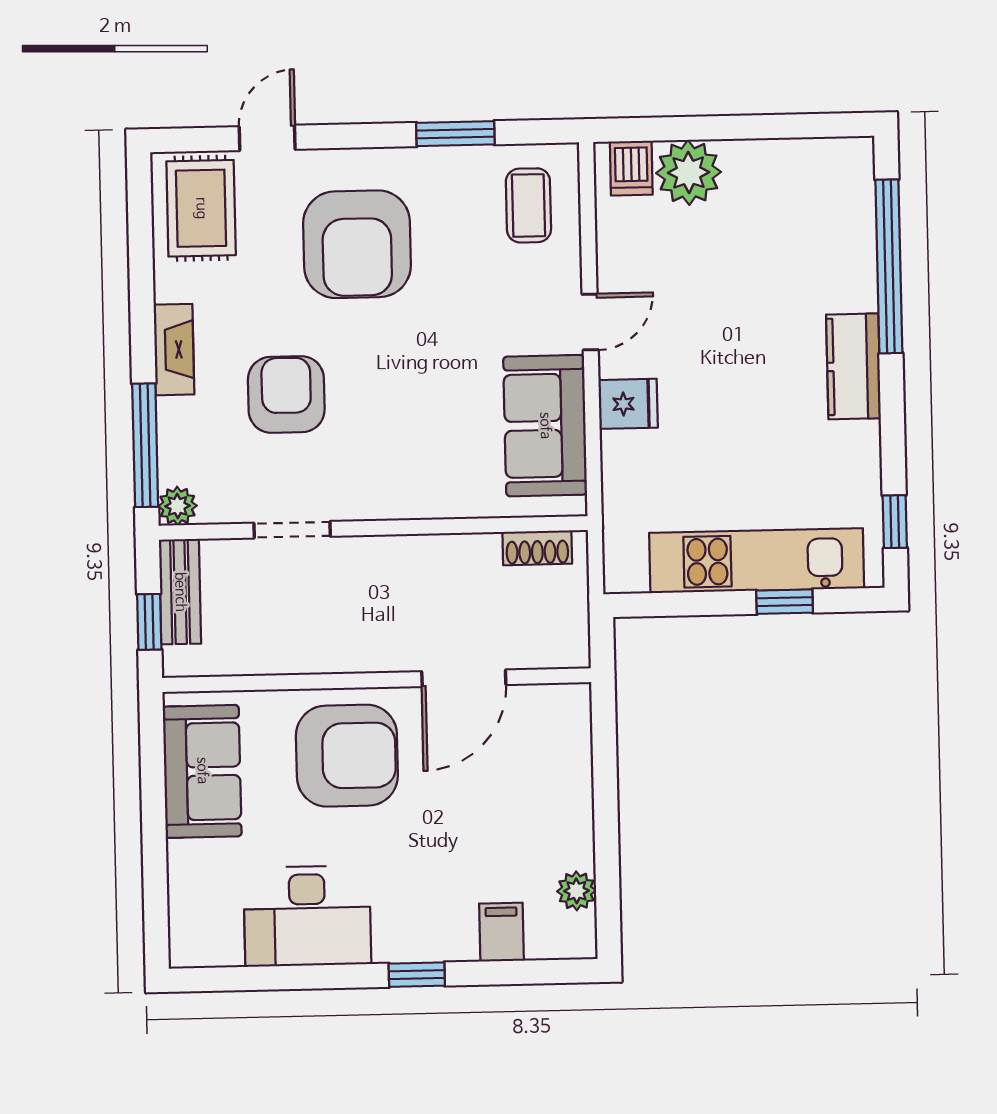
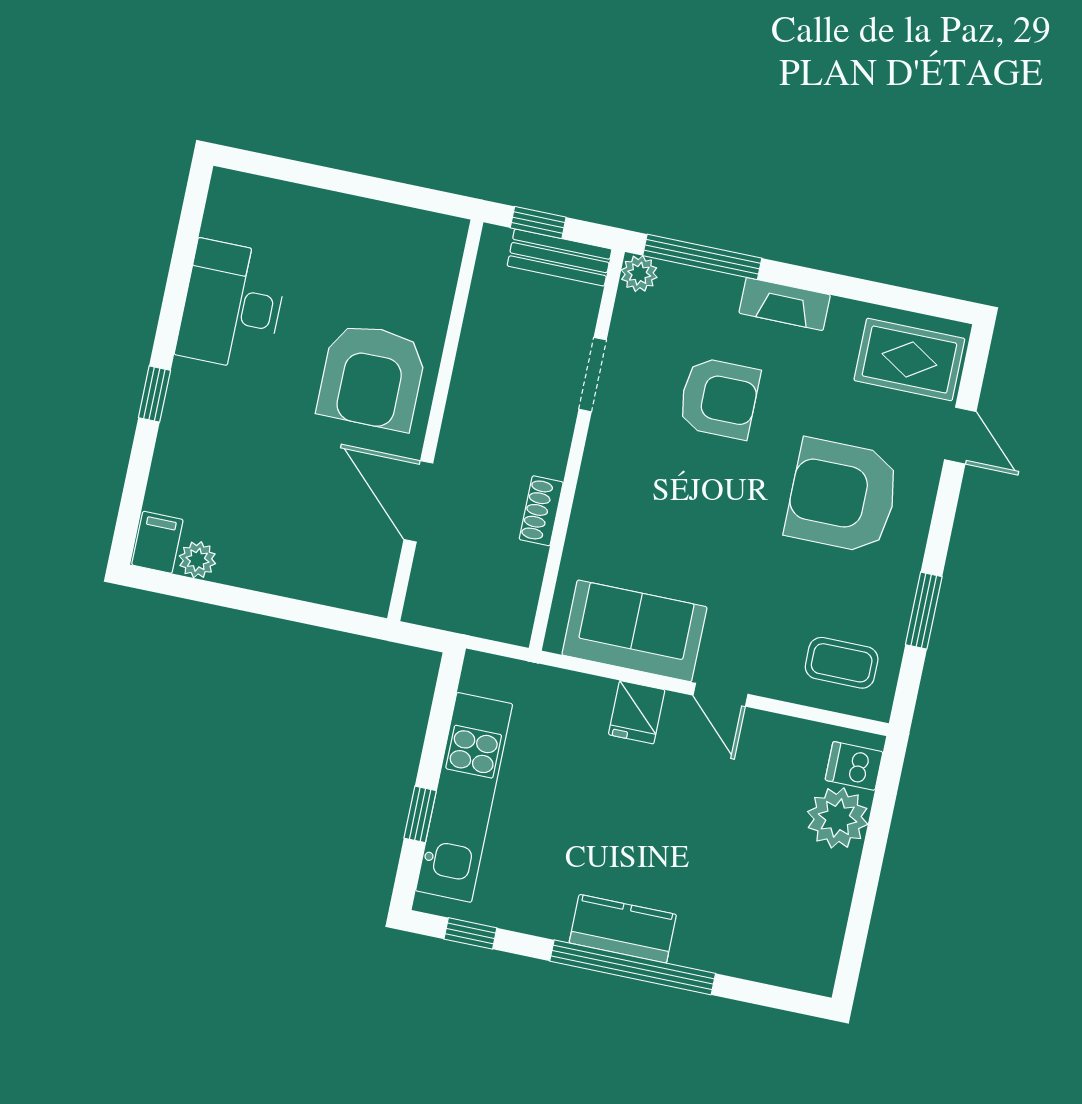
window: (889, 266) -> (633, 967), moved
shoe rack: (537, 548) -> (541, 511), moved
sofa: (202, 771) -> (388, 239), removed
filing cabinet: (501, 932) -> (157, 542), moved, turned -90

